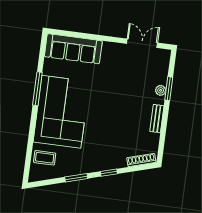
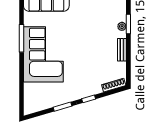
coffee table: (45, 158) -> (35, 94), removed

